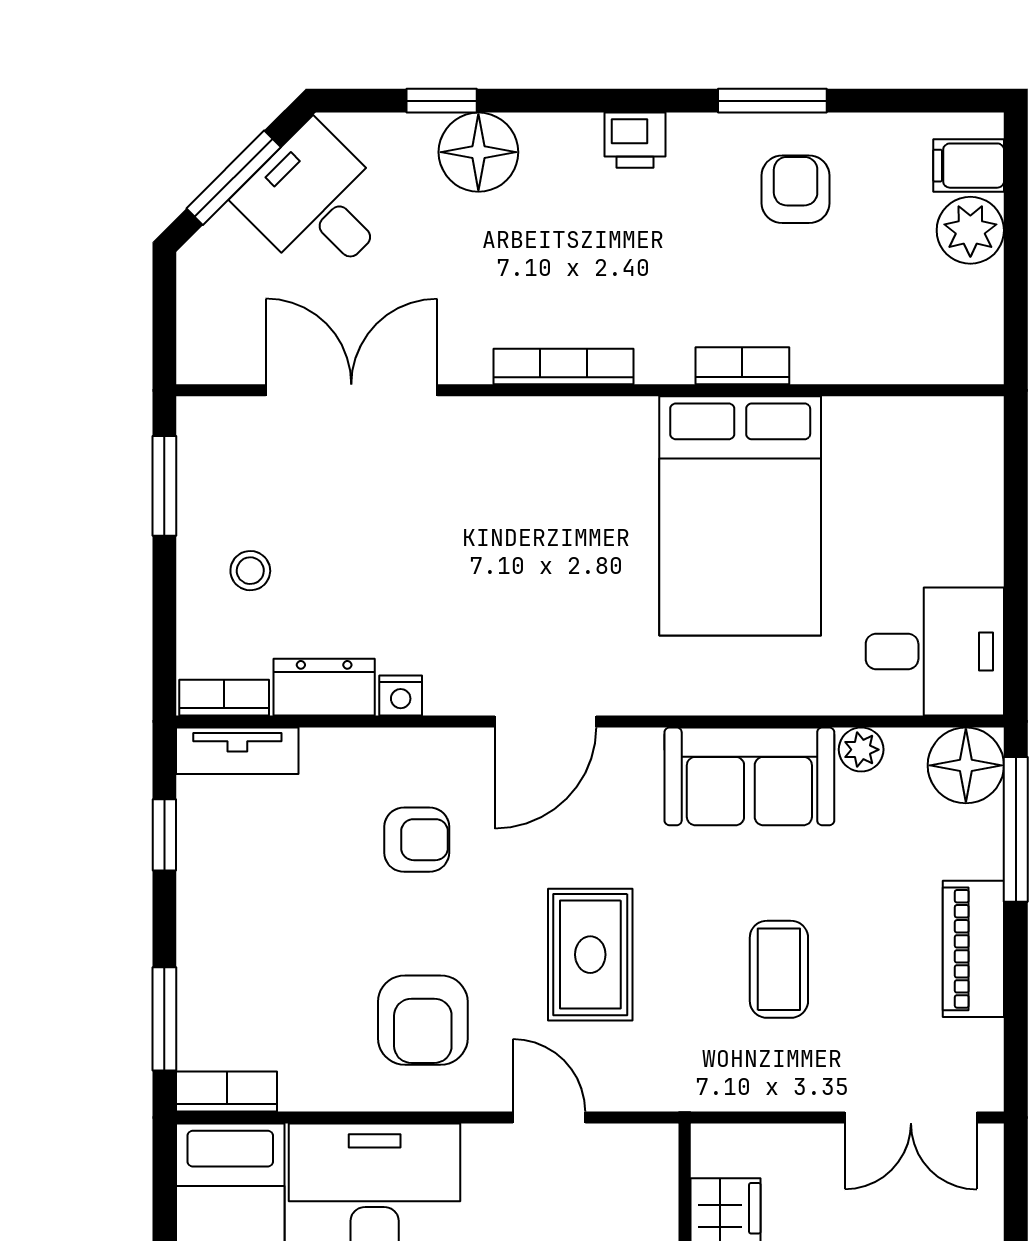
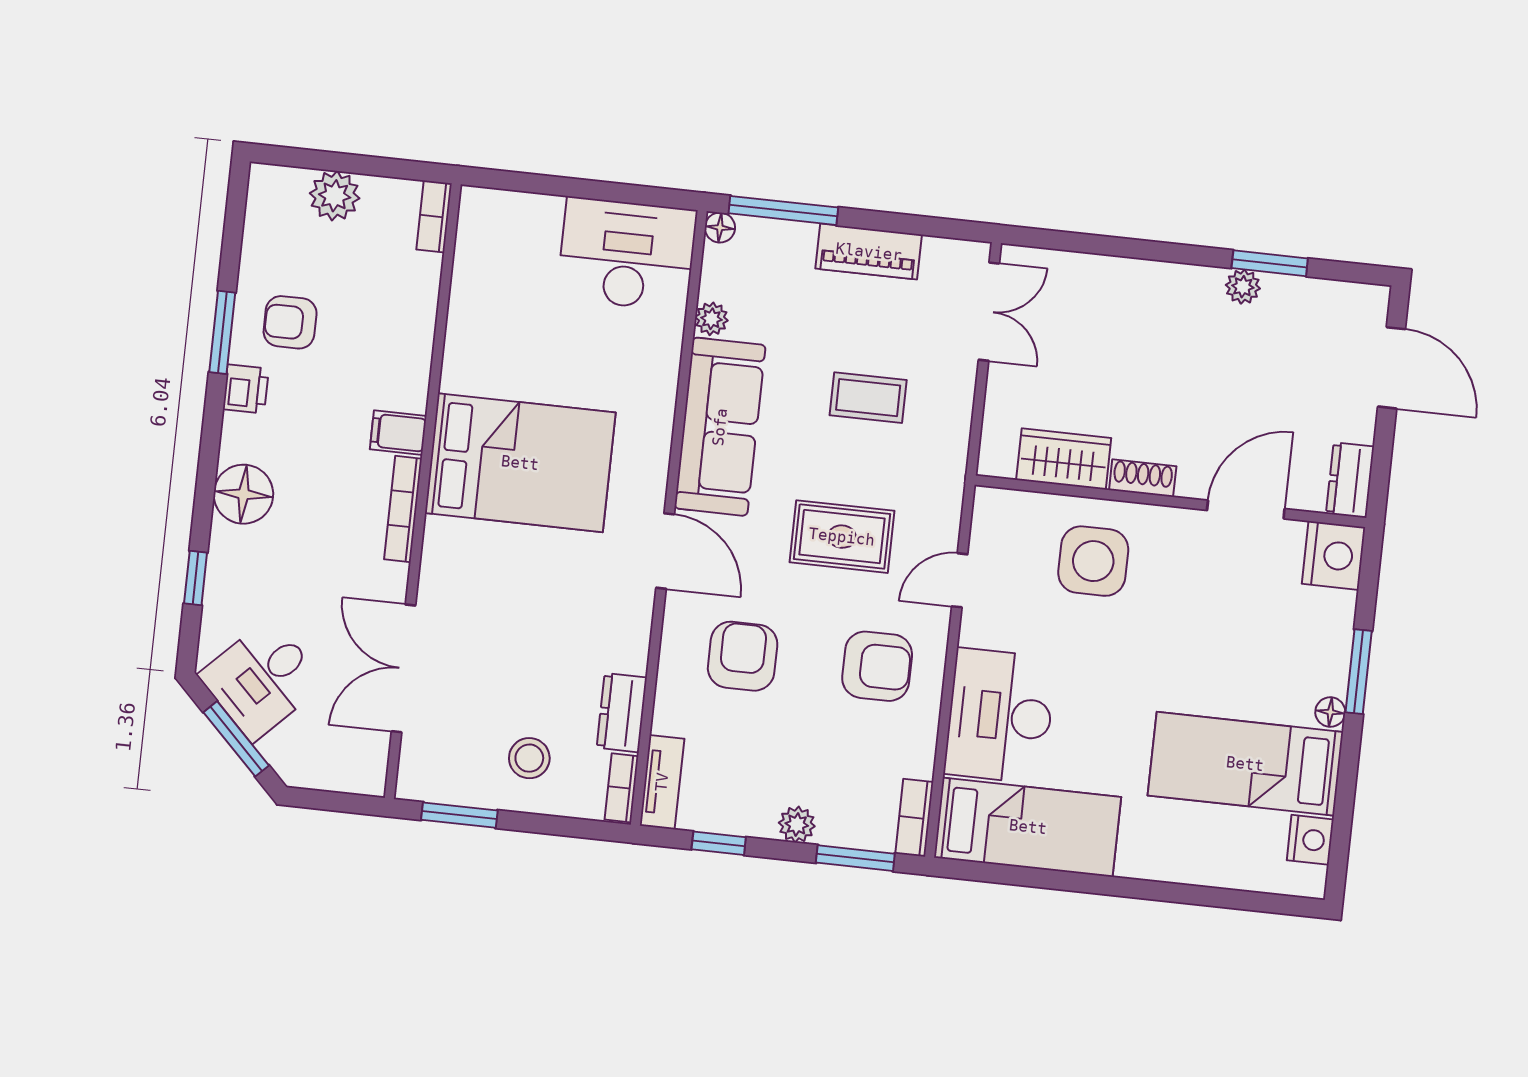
printer: (635, 140) -> (246, 389), moved
floor lamp: (478, 152) -> (243, 494), moved
filing cabinet: (969, 166) -> (398, 433), moved, turned 90
bookcase: (742, 366) -> (434, 217), moved
bed: (740, 516) -> (520, 463), moved
stool: (250, 571) -> (529, 758), width x1.37, depth x1.37
desk: (935, 651) -> (627, 254), width x1.37
nightstand: (401, 695) -> (634, 656), removed
floor lamp: (966, 765) -> (720, 228), width x0.53, depth x0.53
sofa: (749, 776) -> (720, 427), width x1.36
armchair: (417, 840) -> (743, 656), width x1.38, depth x1.38
plant: (201, 936) -> (797, 824), added

